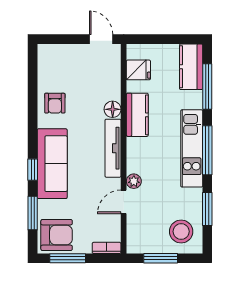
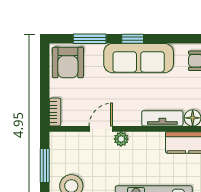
tv unit: (113, 148) -> (162, 118), width x0.71
door: (124, 202) -> (101, 129), hinge flipped
window: (68, 258) -> (45, 73), removed

